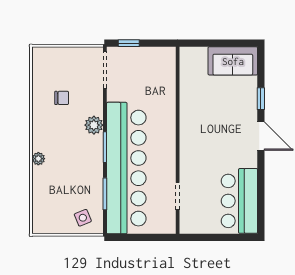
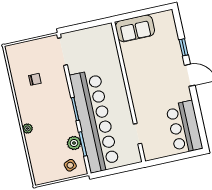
window: (129, 43) -> (76, 28), removed
sofa: (233, 61) -> (135, 28), moved
plant: (94, 125) -> (74, 143), moved

